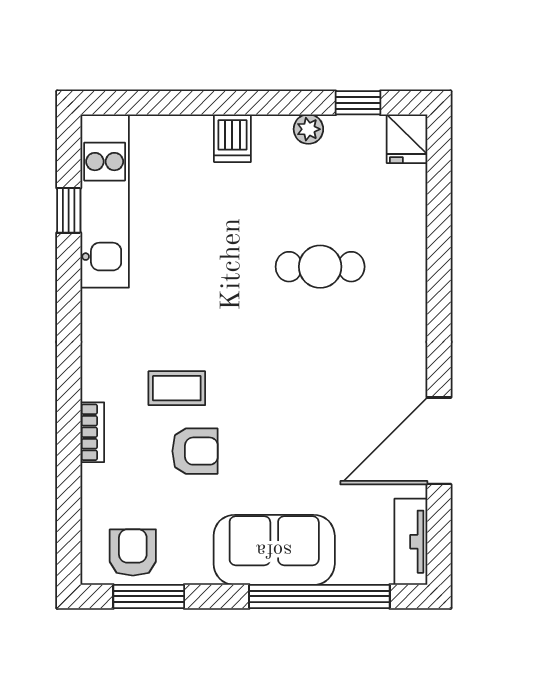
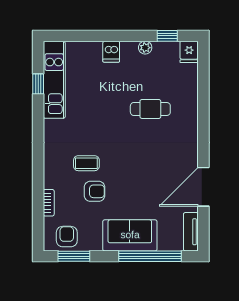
bookcase: (92, 432) -> (49, 203), moved

